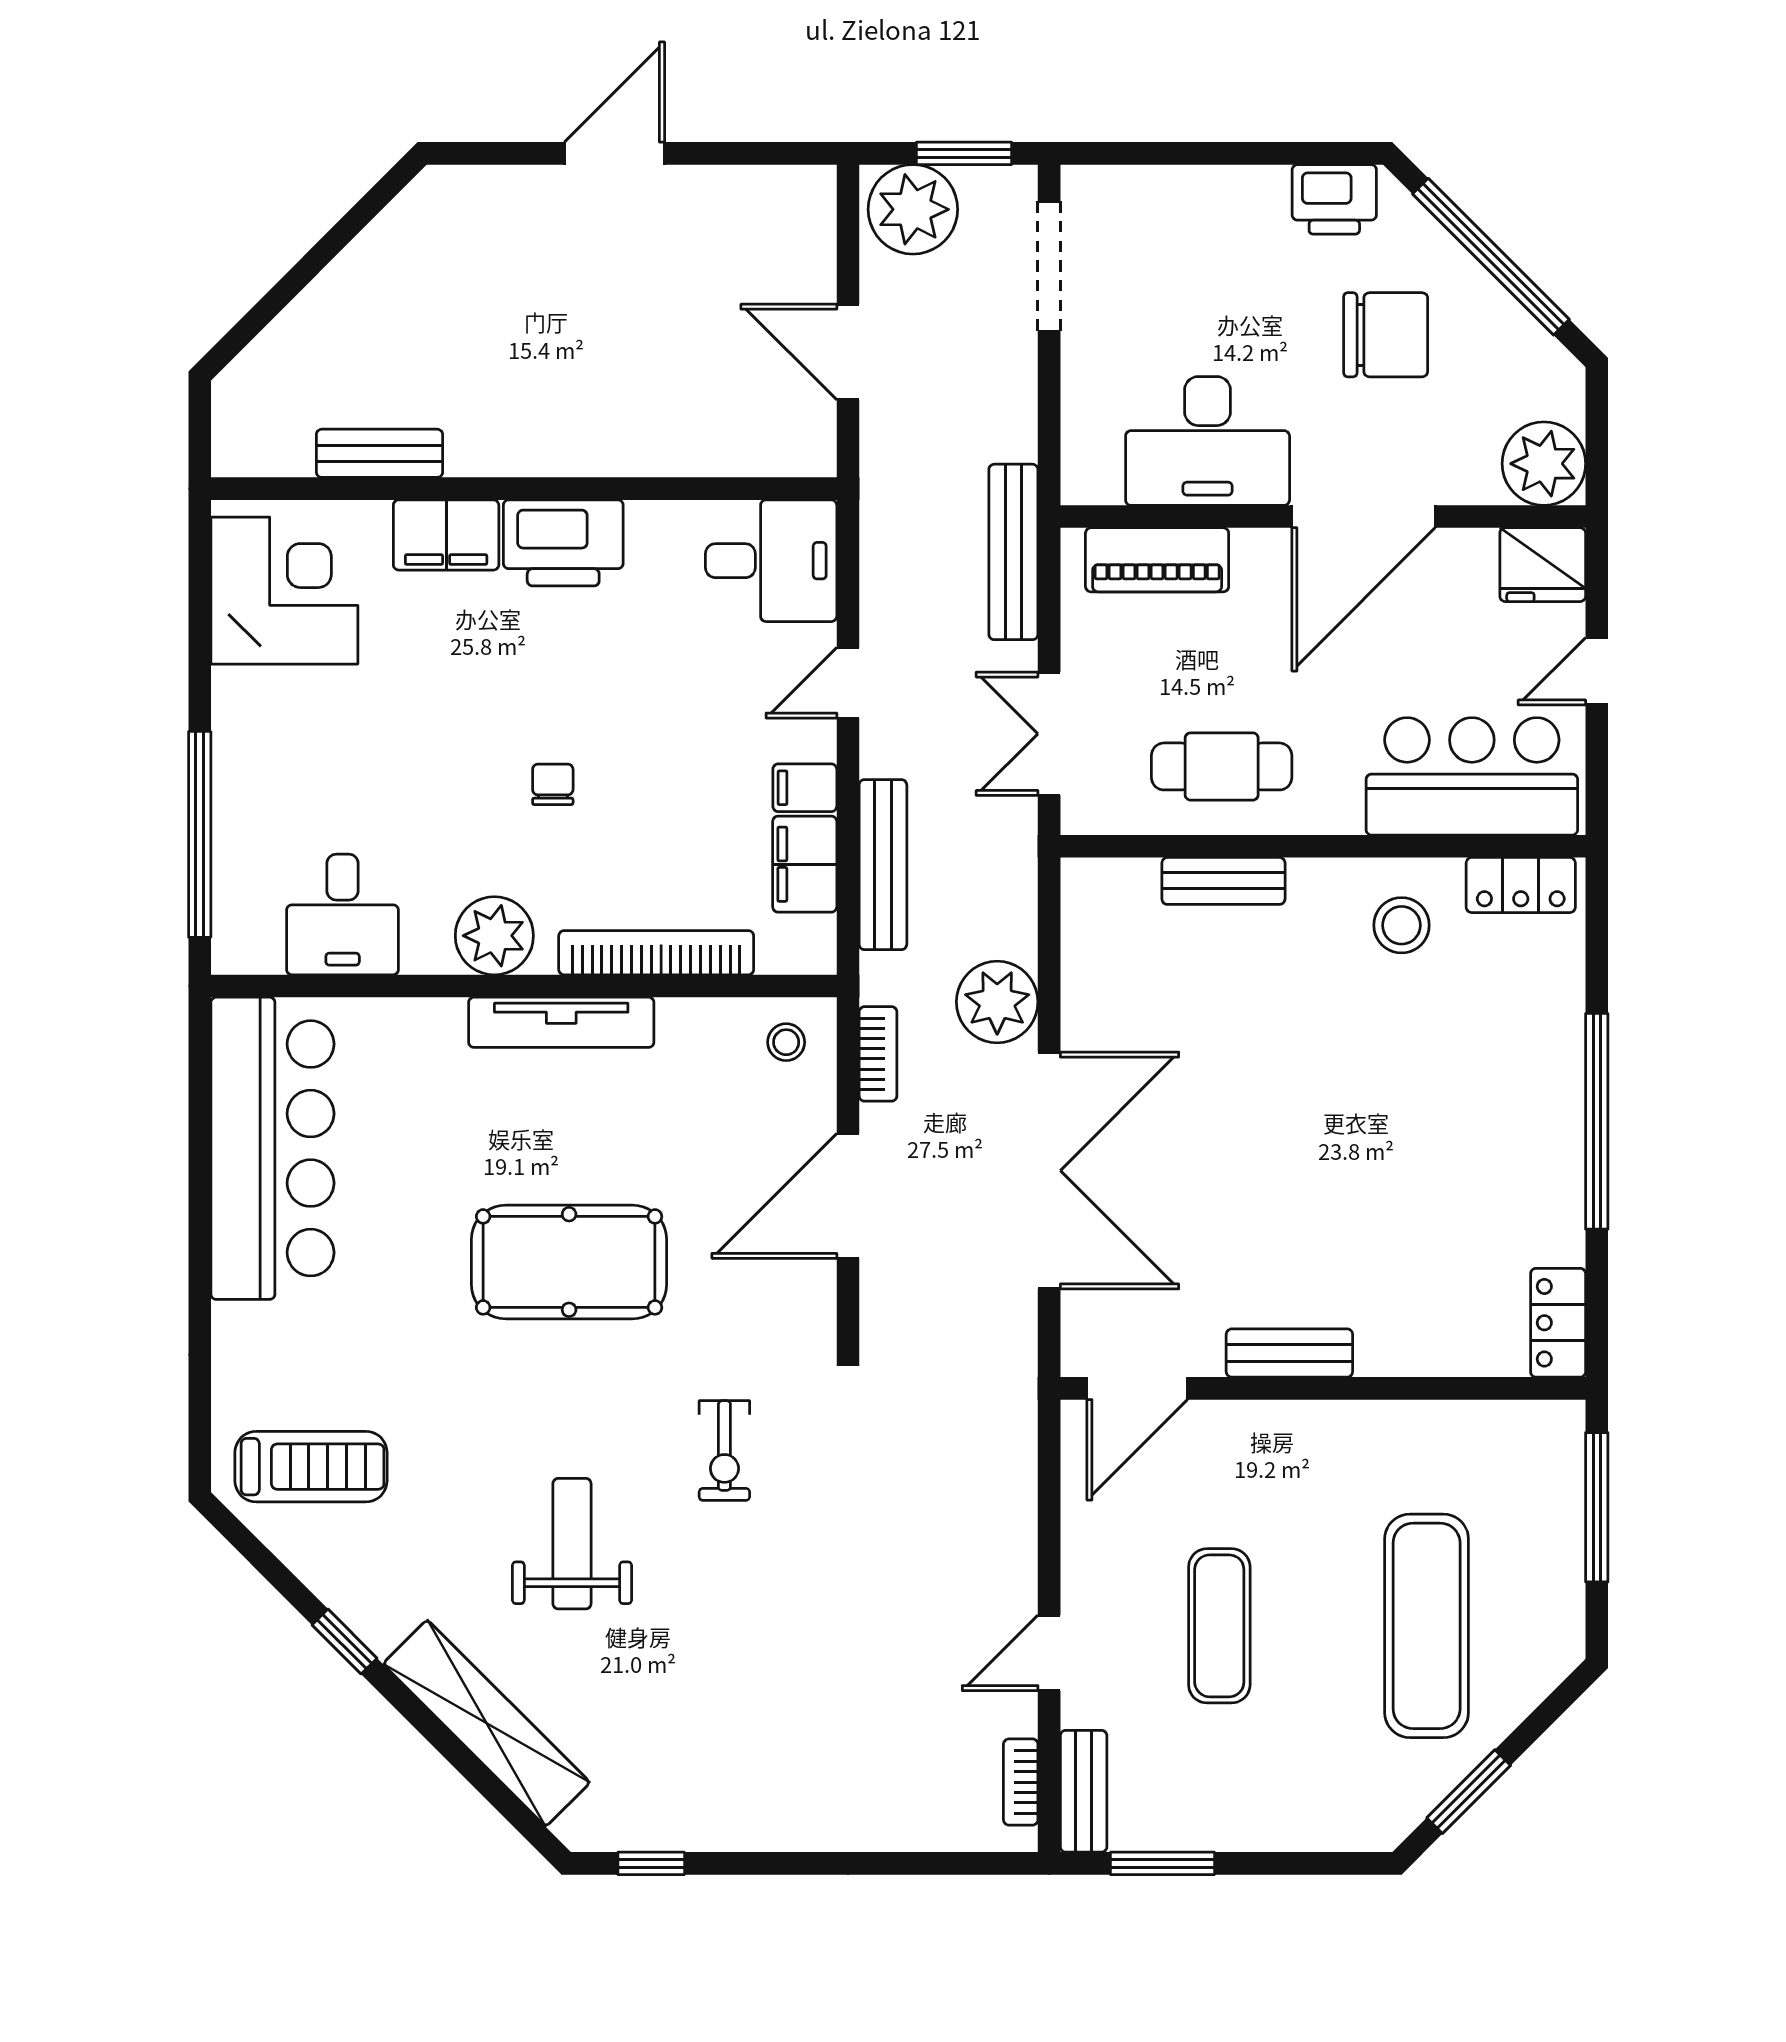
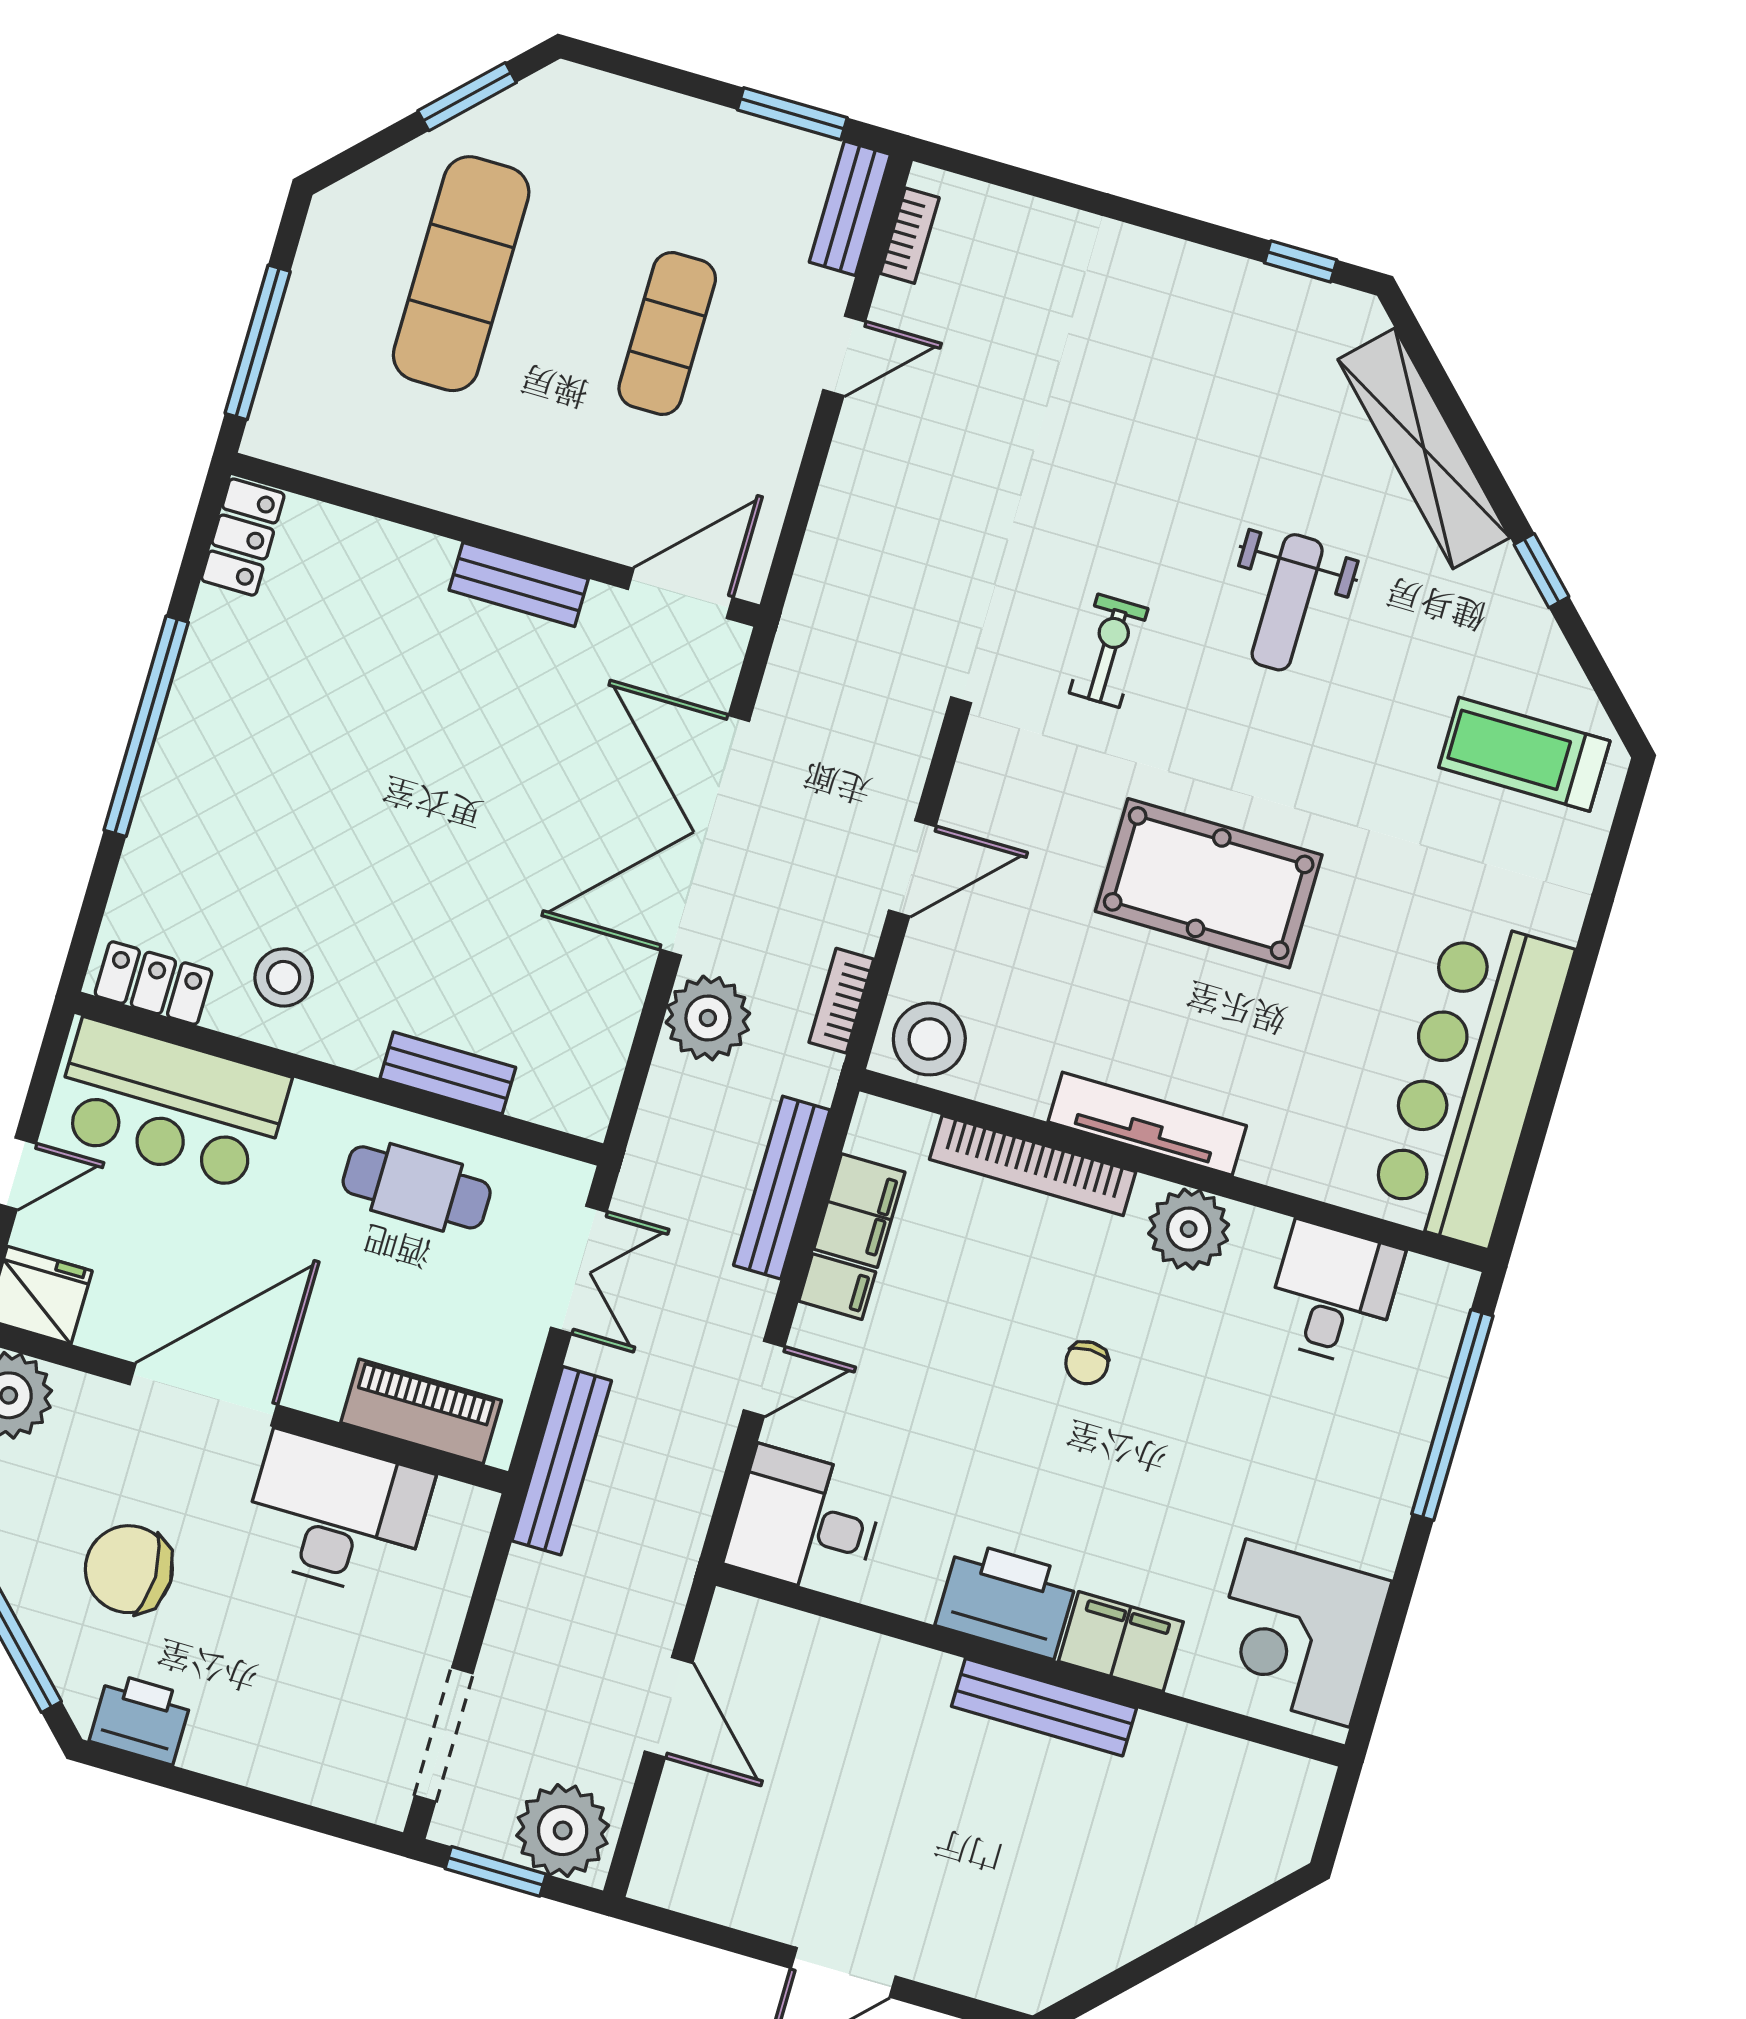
bench: (380, 453) -> (1044, 1707), moved, width x1.36
stool: (786, 1042) -> (929, 1039), width x1.89, depth x1.89
door: (848, 1196) -> (912, 868), width x0.73

